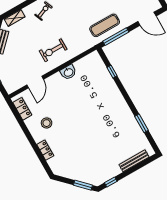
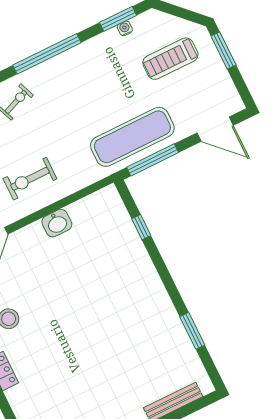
exercise mat: (105, 25) -> (132, 137), width x1.36, depth x1.45

